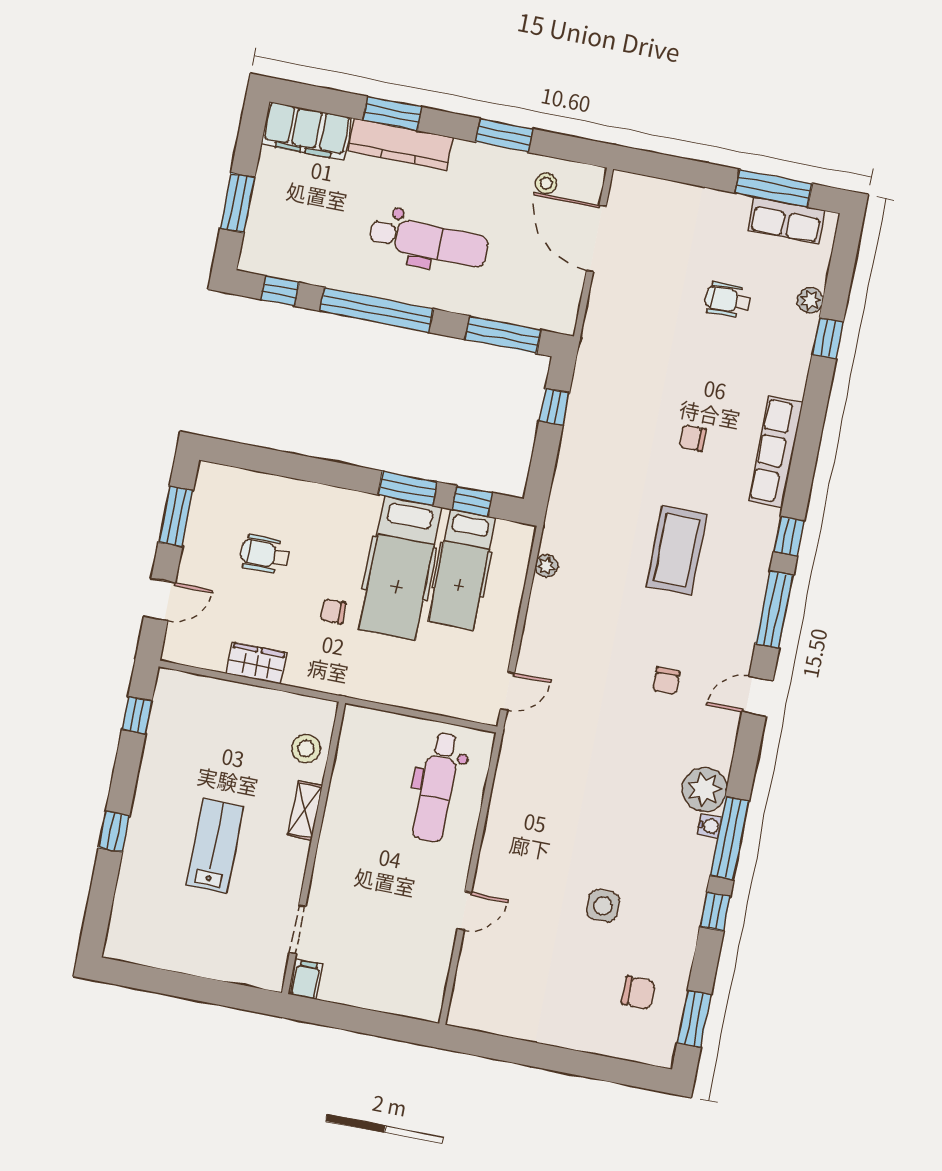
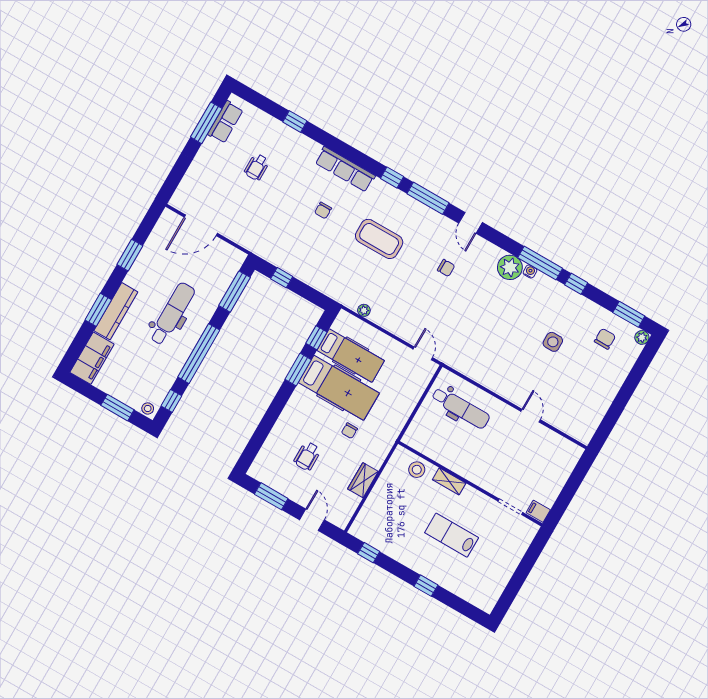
stool: (546, 183) -> (148, 408), moved
plant: (810, 300) -> (642, 337), moved

